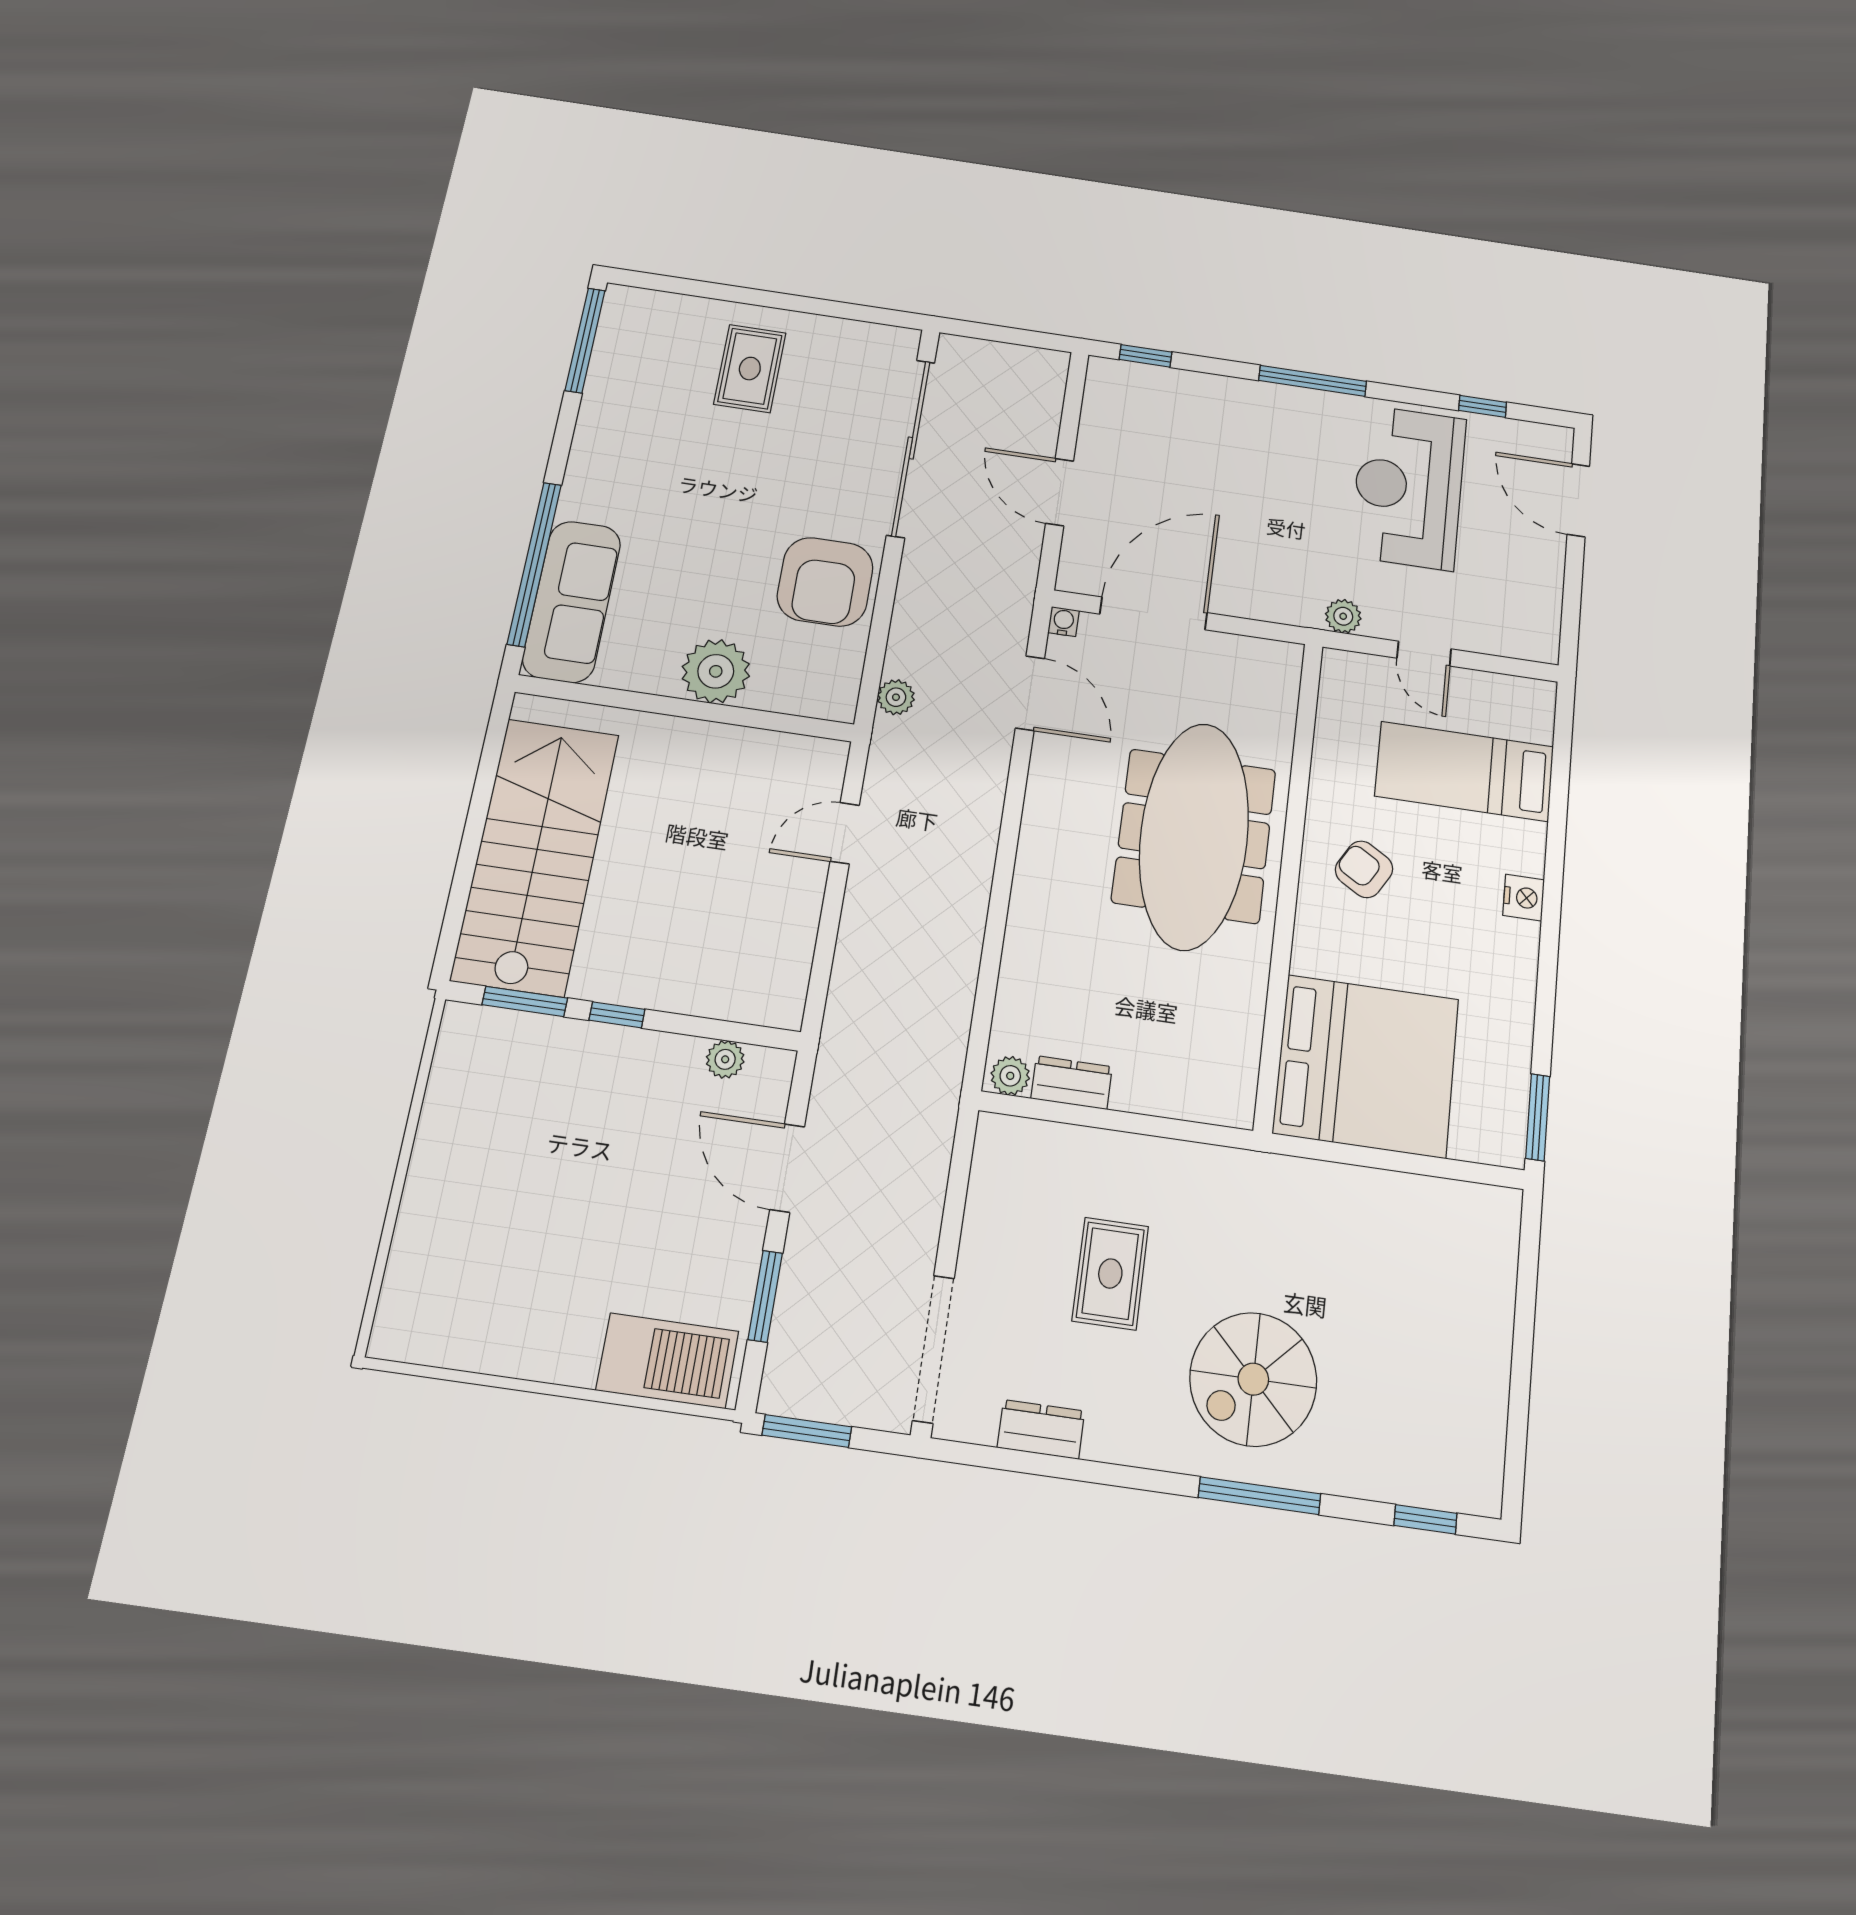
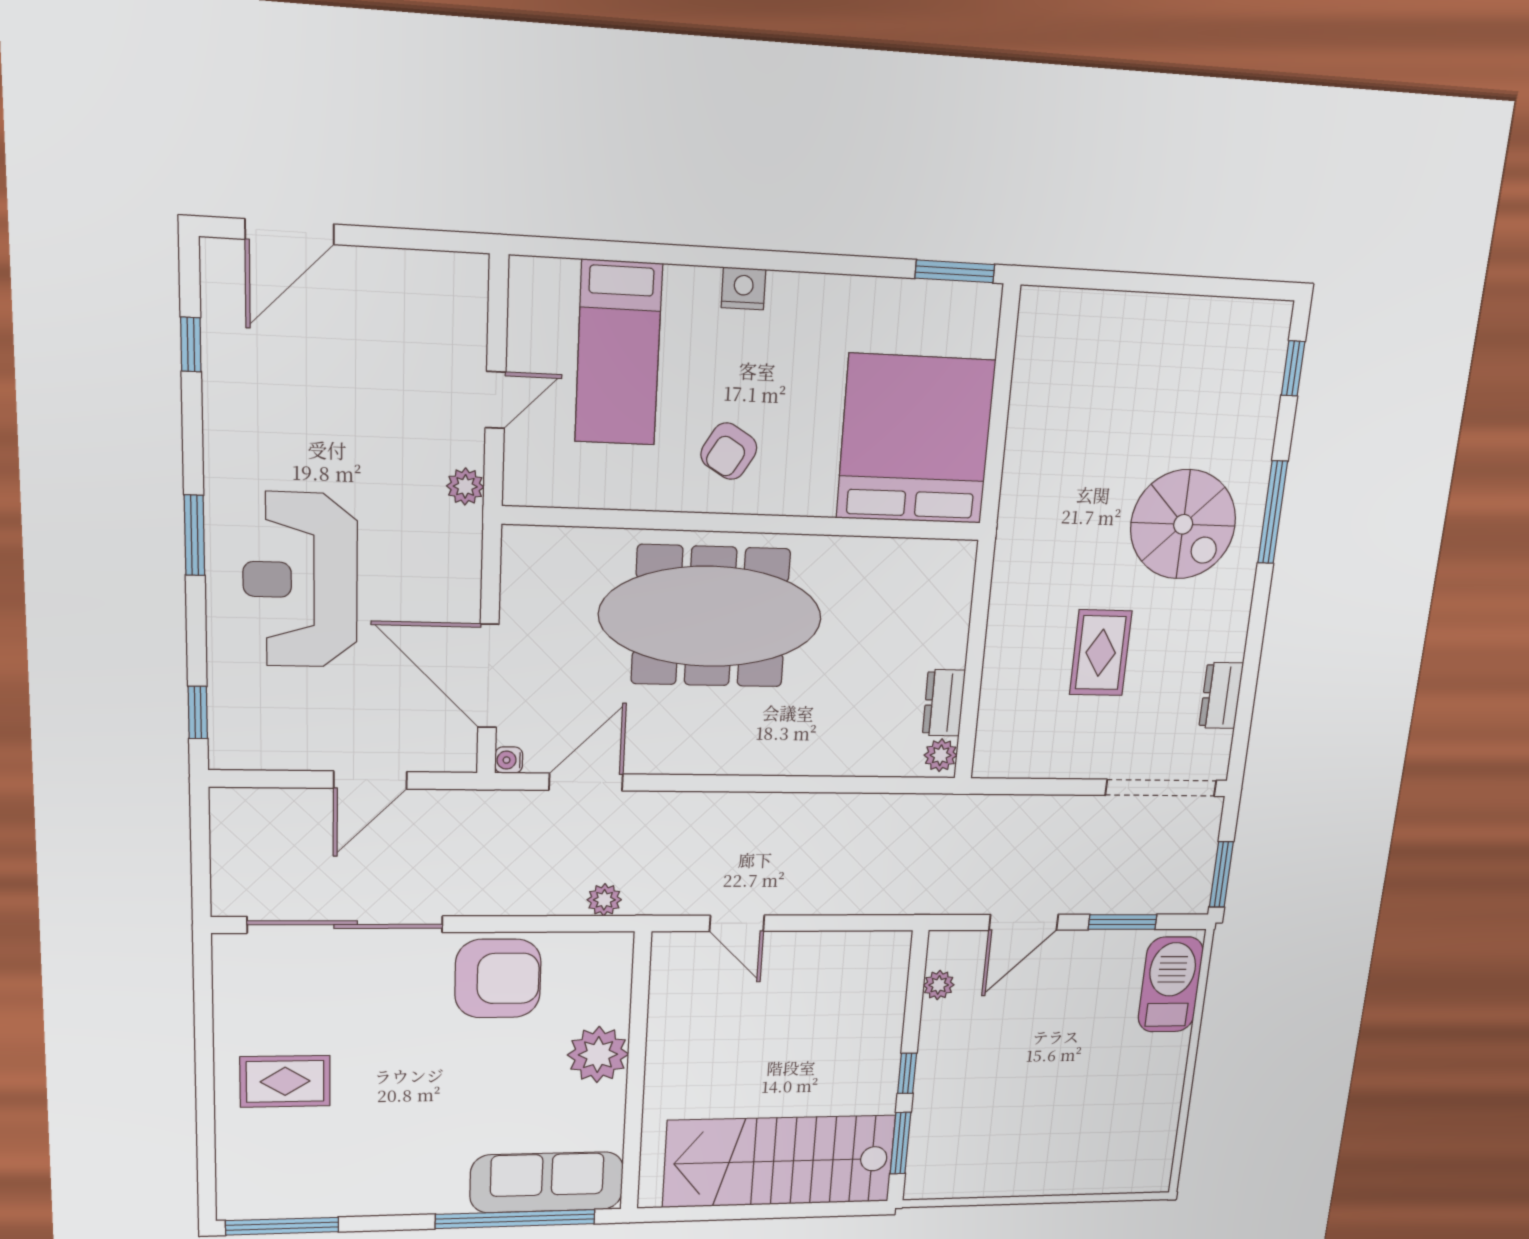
window: (1313, 381) -> (194, 535), width x0.69
reception desk: (1408, 487) -> (300, 580), moved, turned 90
rug: (1110, 1273) -> (1101, 653), turned 90

